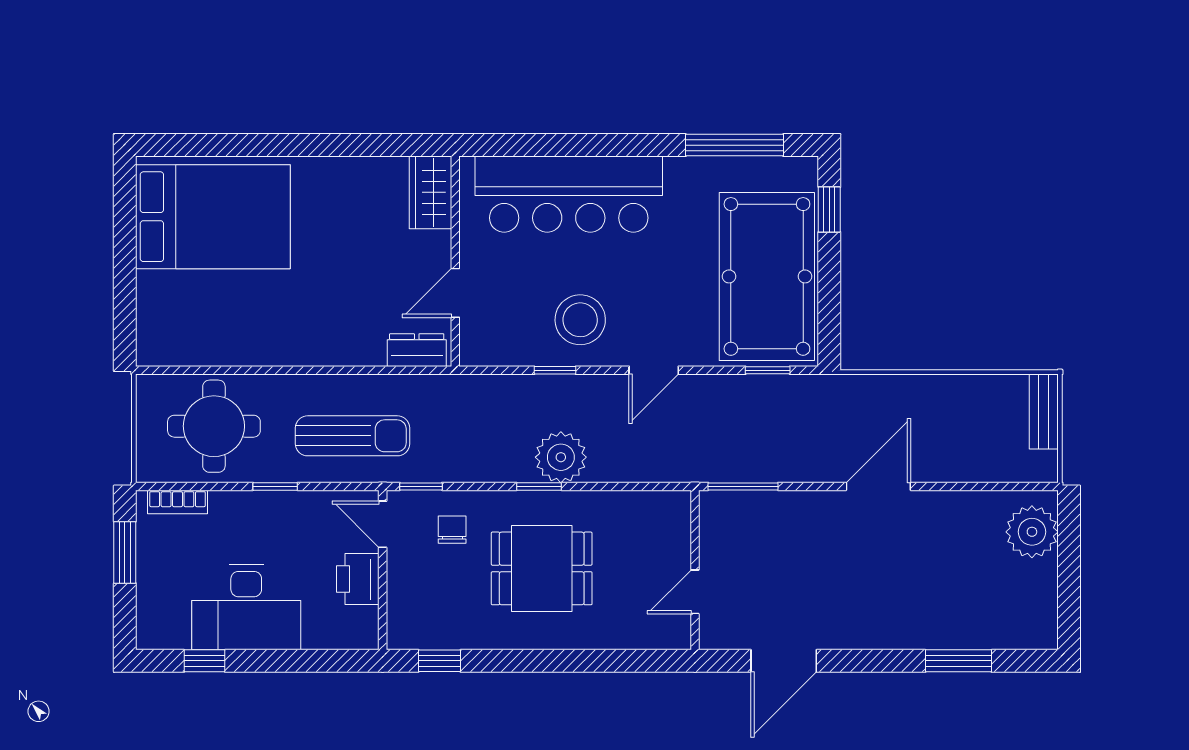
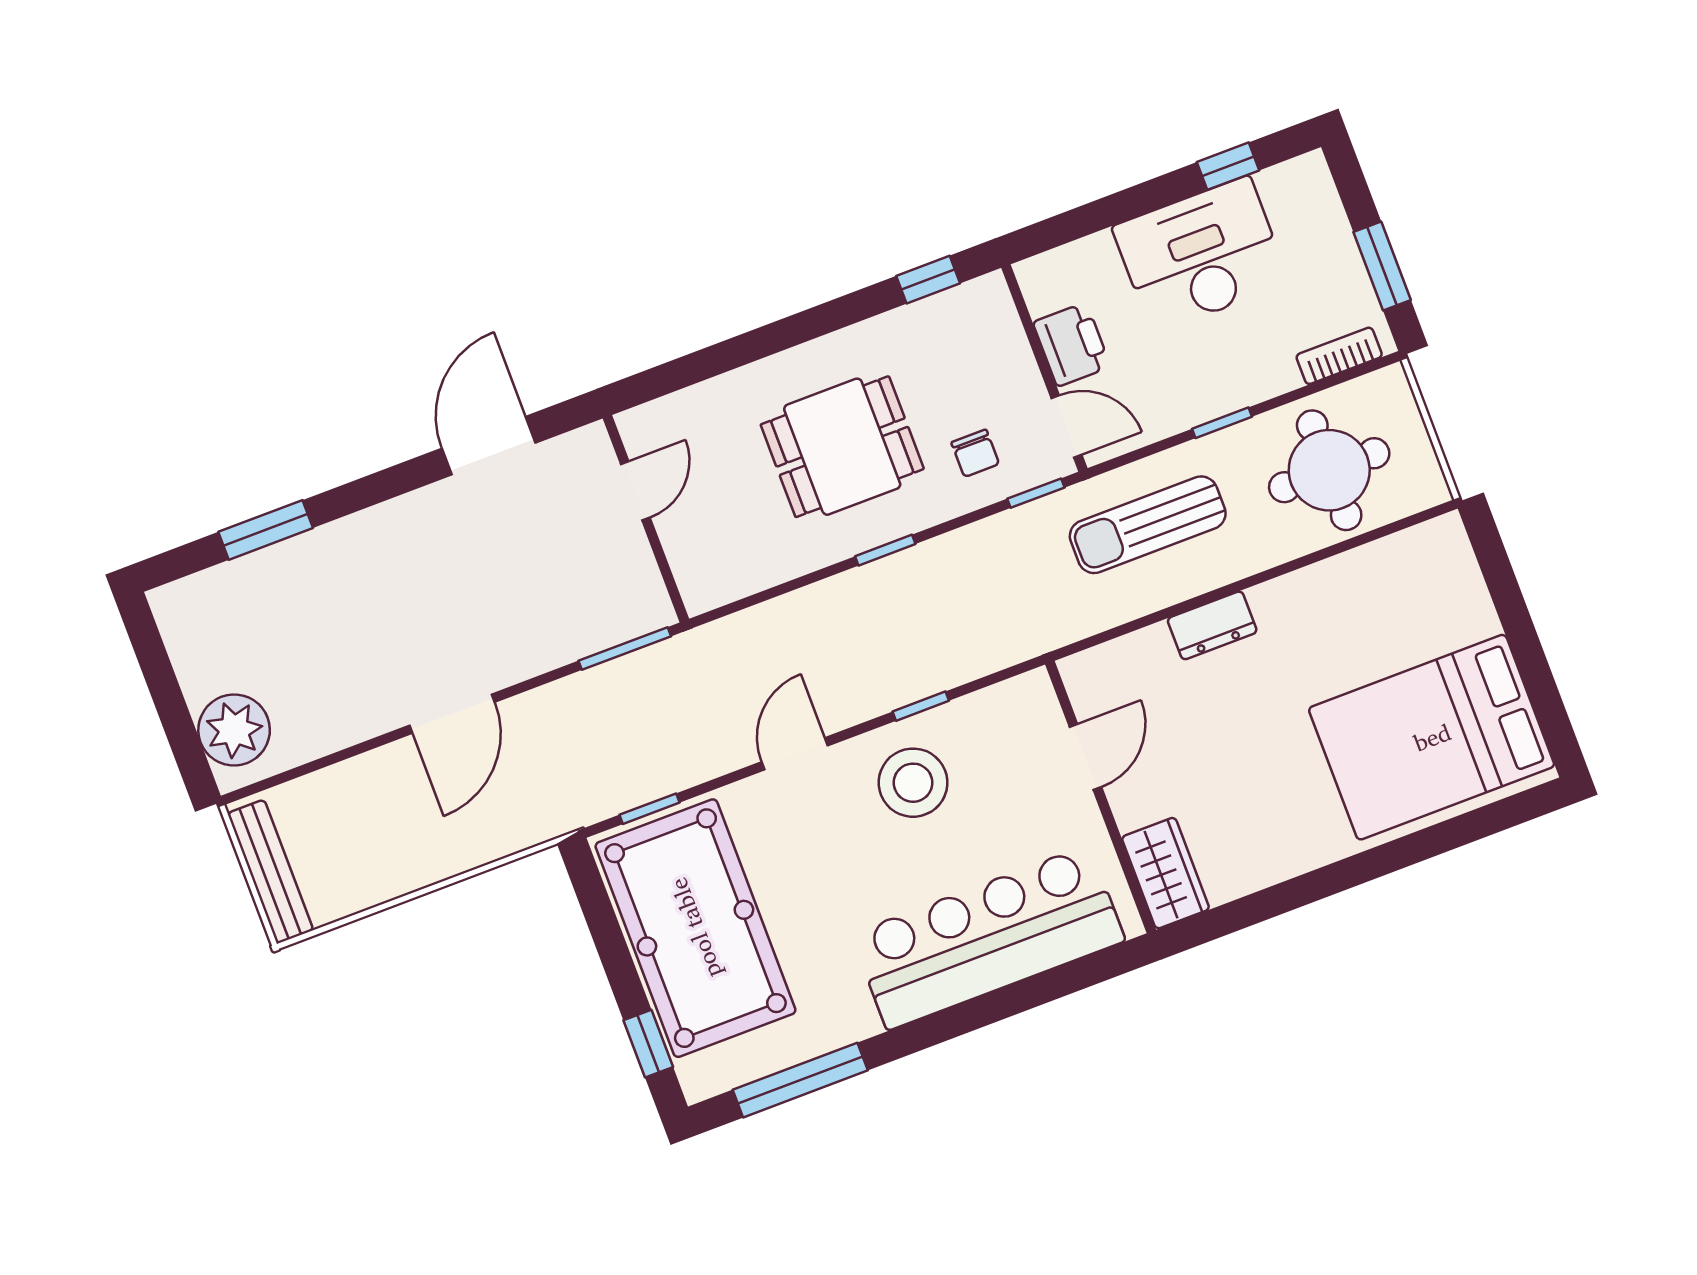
dresser: (417, 350) -> (1212, 625), moved
bench: (1044, 412) -> (270, 872), width x1.36
plant: (561, 457) -> (871, 598), removed

